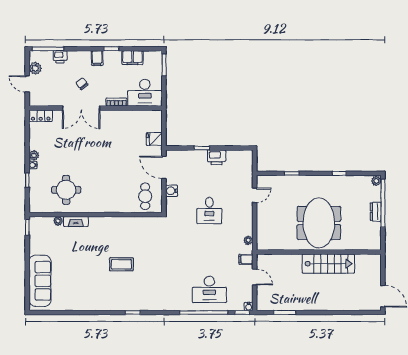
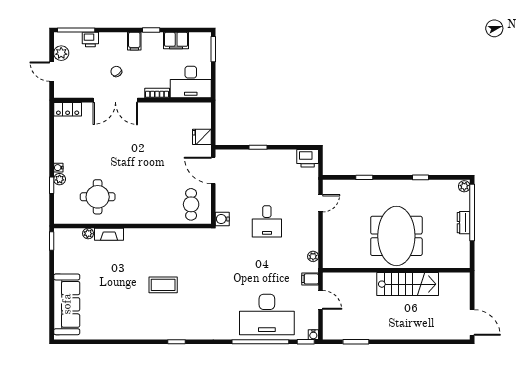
plant: (34, 155) -> (60, 179), moved
printer: (217, 157) -> (308, 158), moved
water cooler: (172, 191) -> (222, 219), moved
desk: (209, 289) -> (267, 315), width x1.36, depth x1.30

